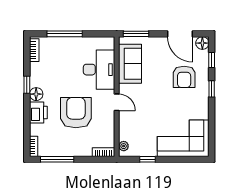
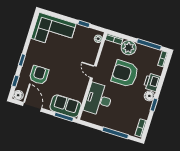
sofa: (130, 64) -> (65, 106), moved, turned 90
armchair: (76, 113) -> (125, 74), turned 90
plant: (82, 147) -> (129, 48), added

